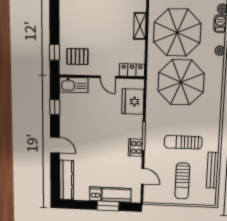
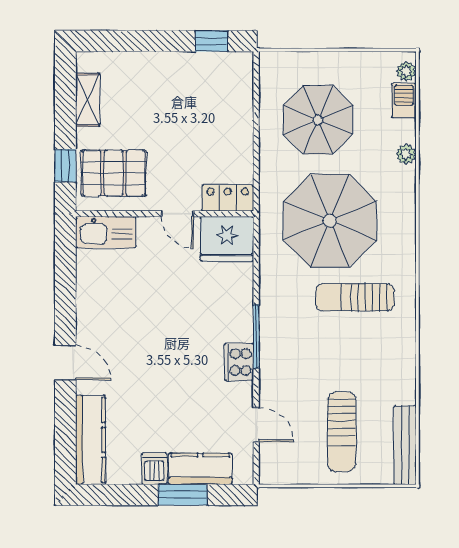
shelving: (140, 26) -> (88, 100), moved
parasol: (177, 33) -> (318, 120), width x0.73, depth x0.73
pallet: (77, 57) -> (114, 173), width x1.50, depth x1.42
fridge: (133, 102) -> (227, 239), moved, turned -90
window: (55, 107) -> (65, 280), removed
sun lounger: (183, 142) -> (355, 297), moved
bench: (213, 170) -> (405, 445), moved

